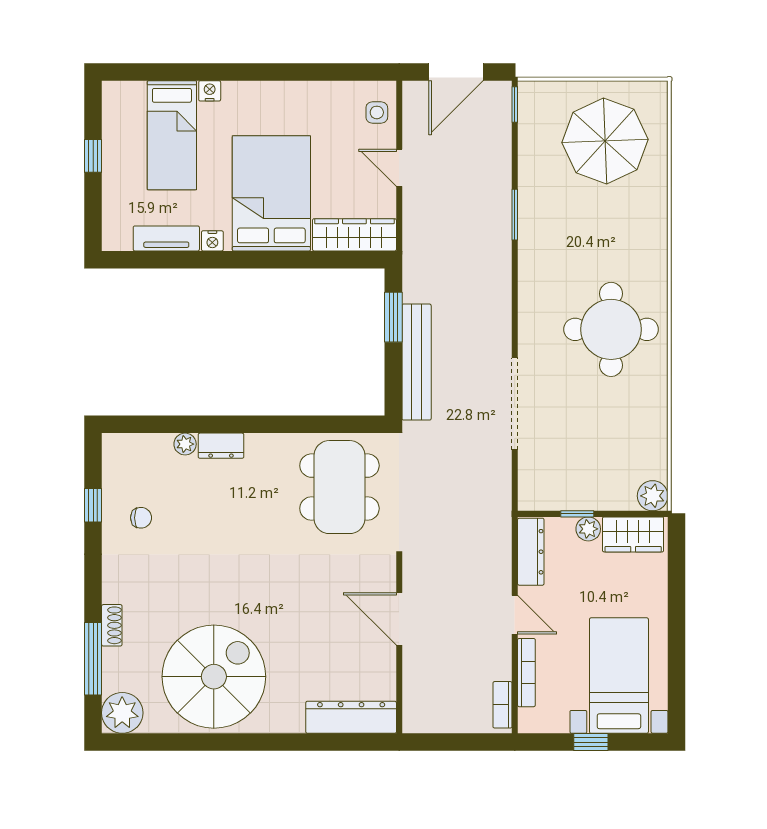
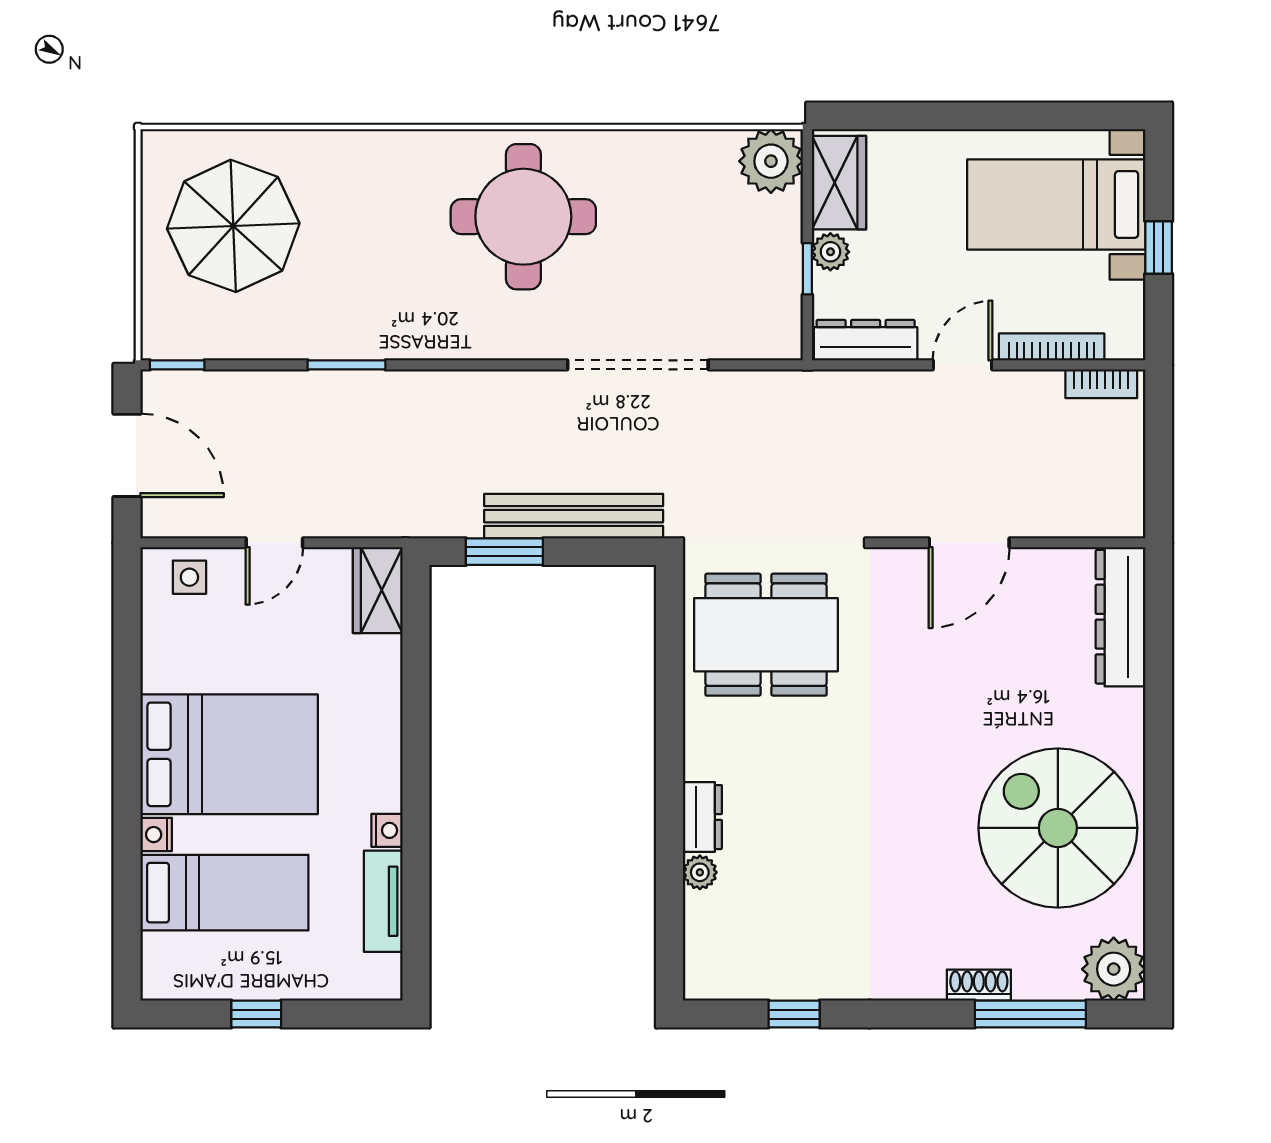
bed: (271, 193) -> (229, 754), moved, turned 180
wardrobe: (354, 235) -> (378, 590), width x0.67
plant: (653, 496) -> (771, 161), width x1.36, depth x1.36
chair: (141, 518) -> (813, 940), removed

